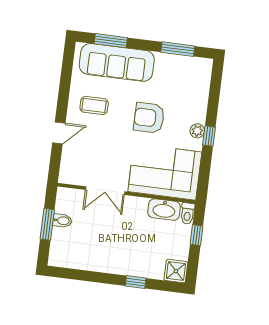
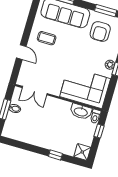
armchair: (149, 118) -> (100, 32), moved, turned -90
door: (59, 133) -> (21, 52), hinge flipped
double door: (105, 191) -> (35, 91), moved

